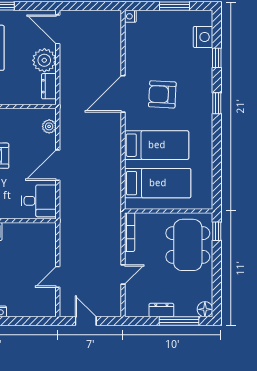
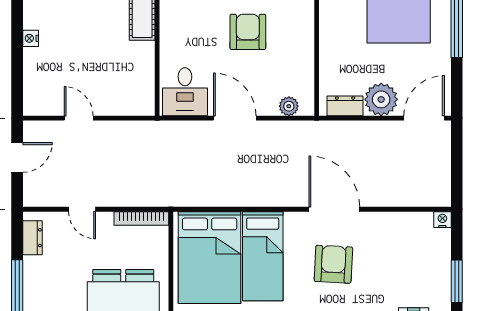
bed: (158, 183) -> (210, 258), width x1.50
dresser: (161, 310) -> (32, 238), moved

